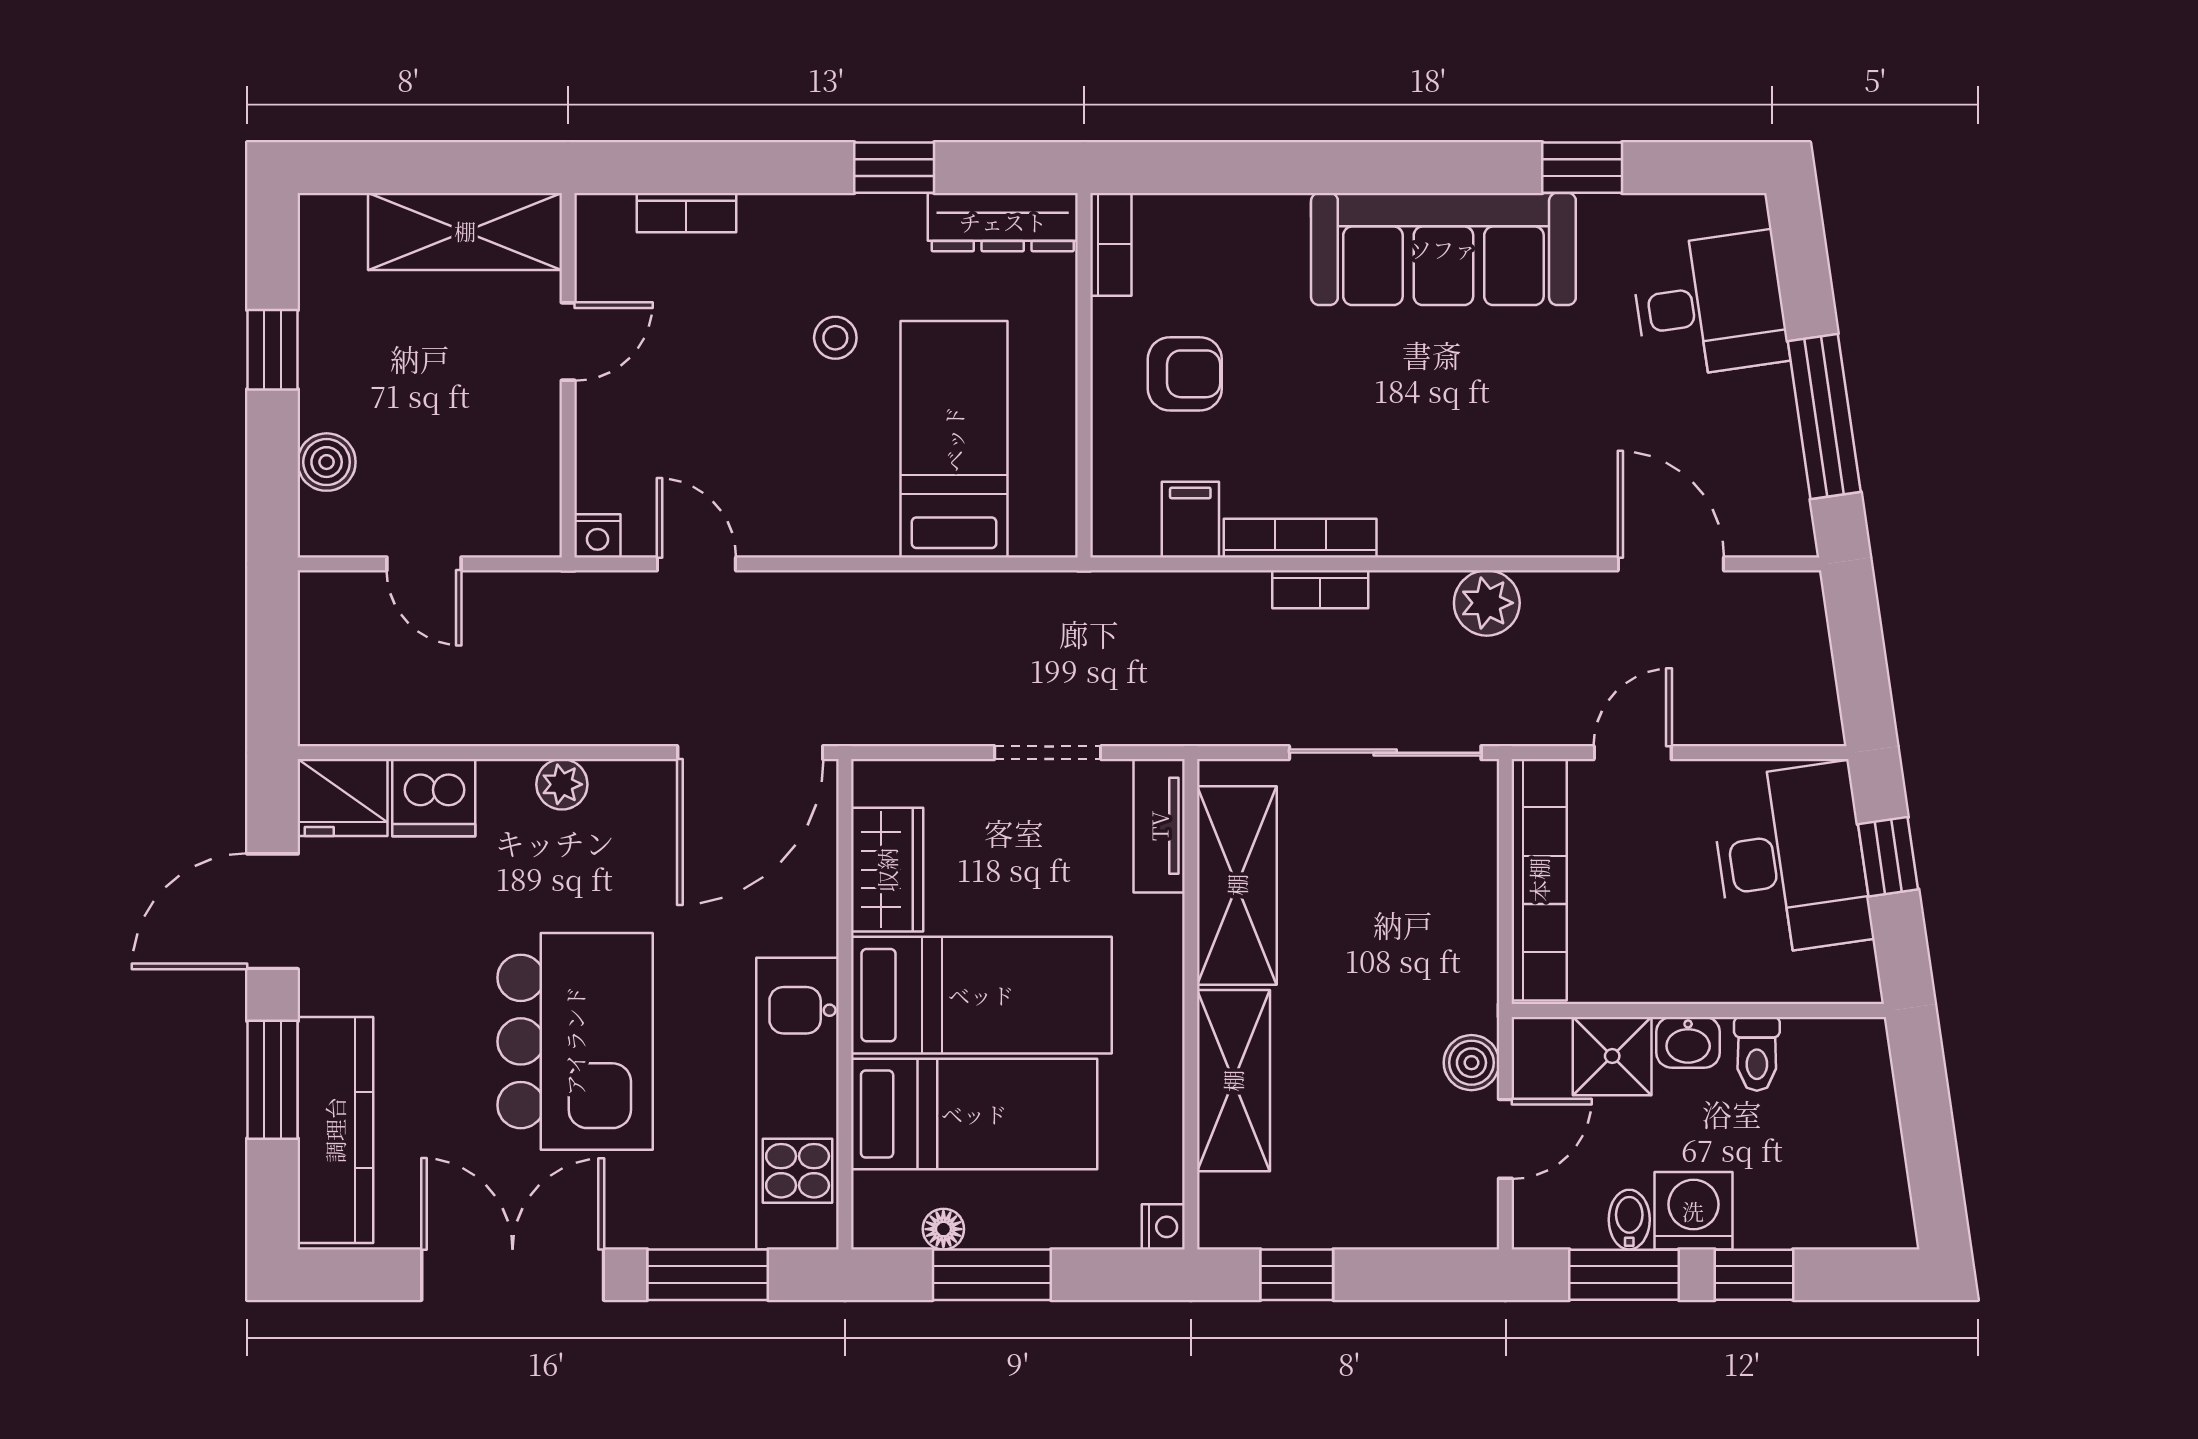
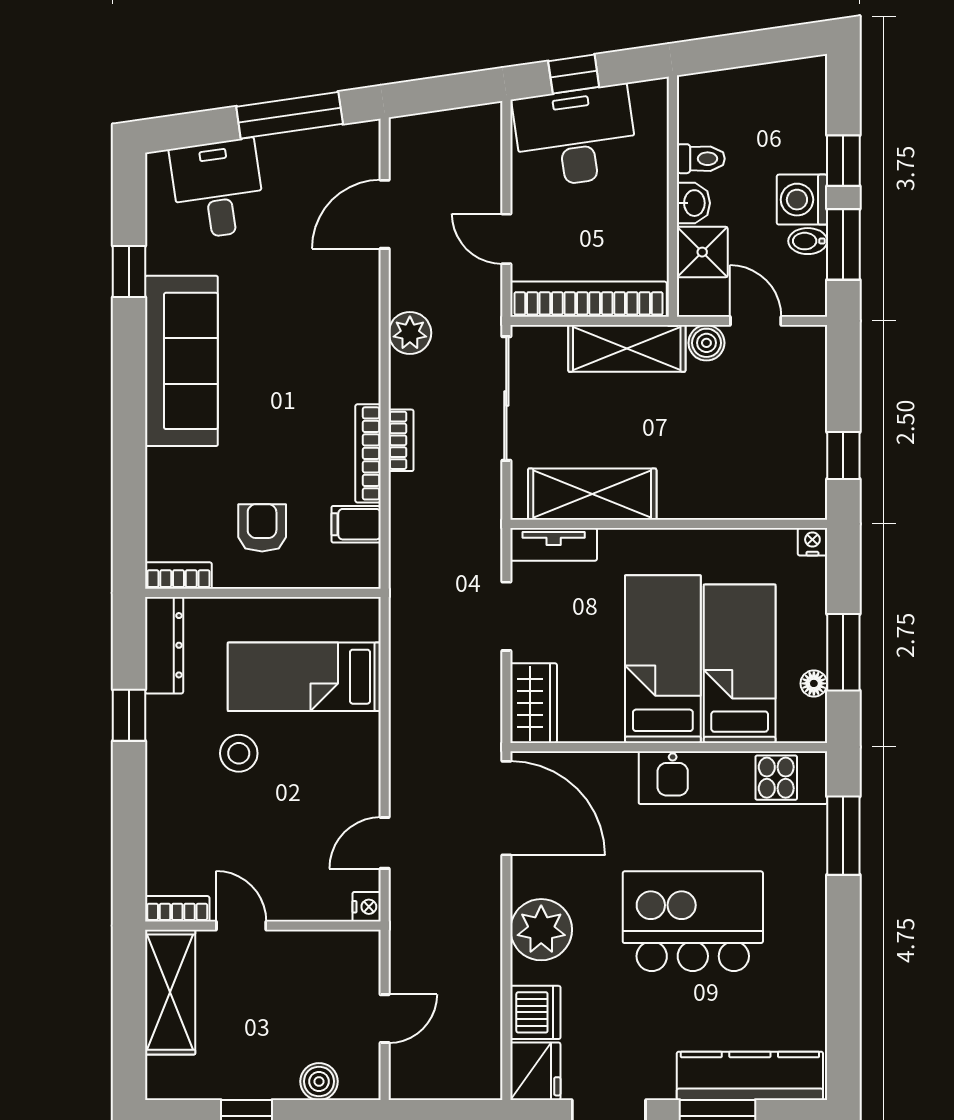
bookcase: (686, 213) -> (177, 909), moved, turned -90
stool: (835, 338) -> (239, 753), width x1.37, depth x1.37
plant: (562, 784) -> (541, 930), width x1.88, depth x1.88
wardrobe: (887, 870) -> (534, 703), moved, turned 90
shelving: (1233, 1081) -> (627, 348), moved
double door: (513, 1275) -> (843, 961), removed

